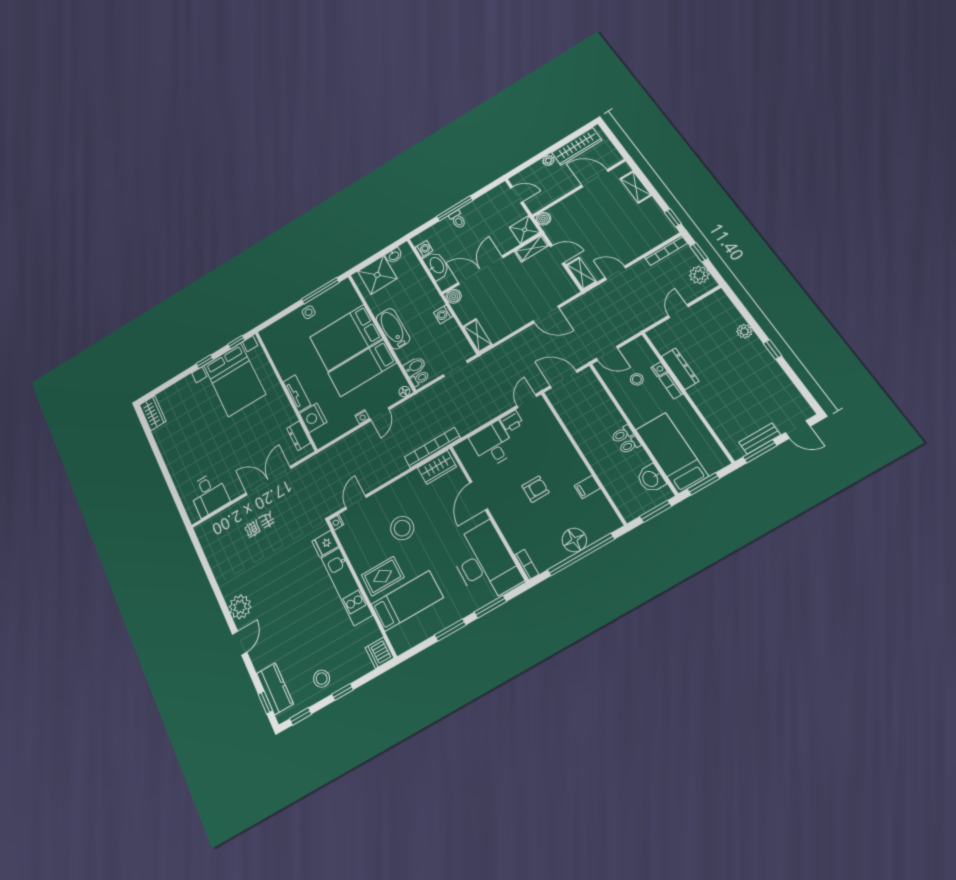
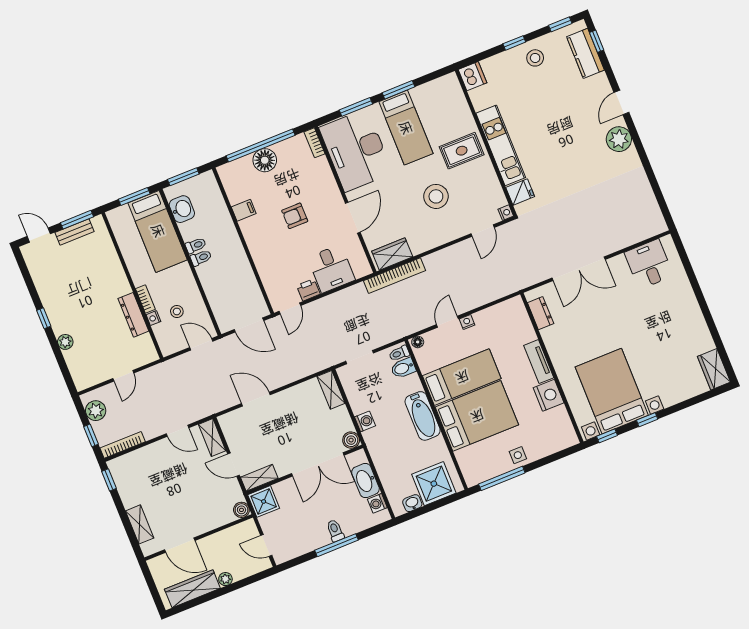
nightstand: (313, 418) -> (549, 395), moved
bed: (407, 601) -> (406, 128), moved, turned -90

